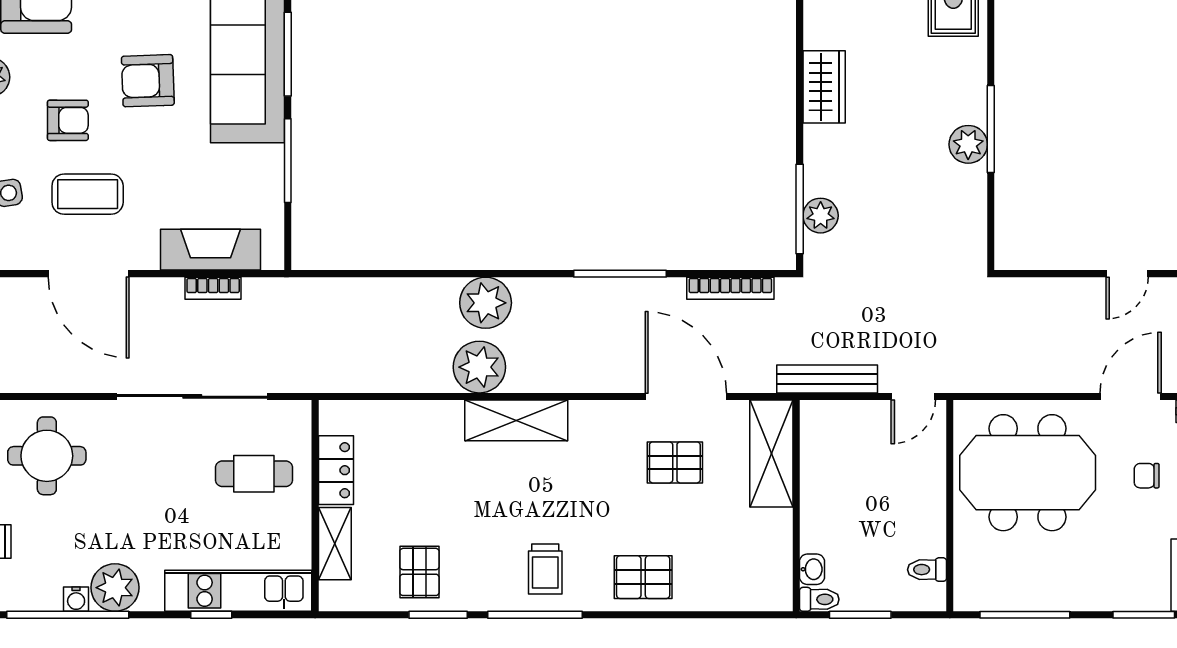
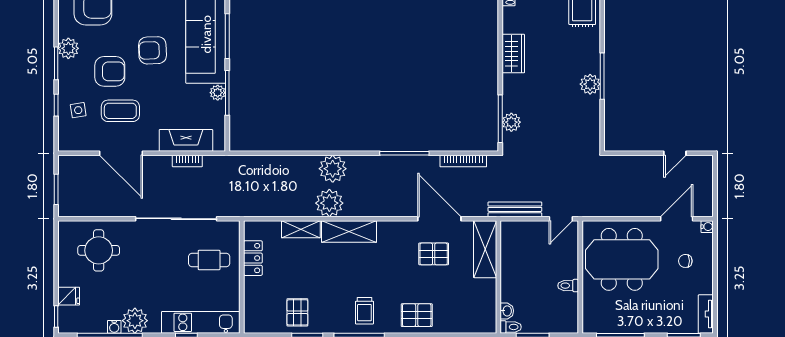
armchair: (68, 120) -> (110, 71), width x1.38, depth x1.38
plant: (270, 160) -> (218, 93), added
shelving: (335, 544) -> (301, 229), moved, turned 90
toilet: (927, 570) -> (568, 286), moved

